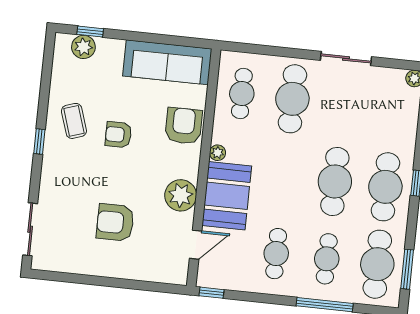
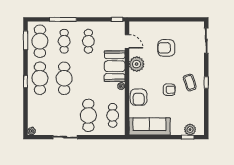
coffee table: (74, 121) -> (190, 83), moved
armchair: (115, 222) -> (166, 48), turned 180
door: (196, 245) -> (127, 41), swing flipped

